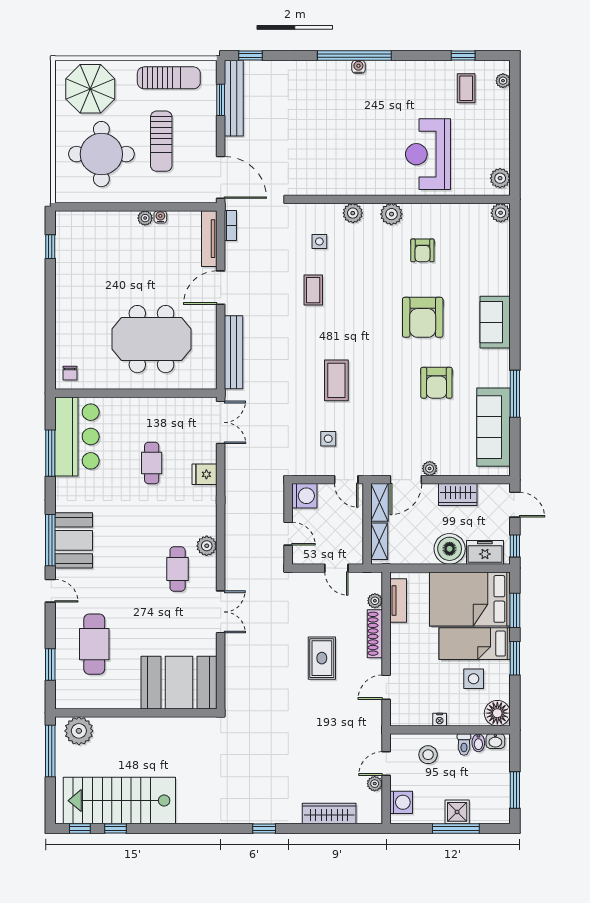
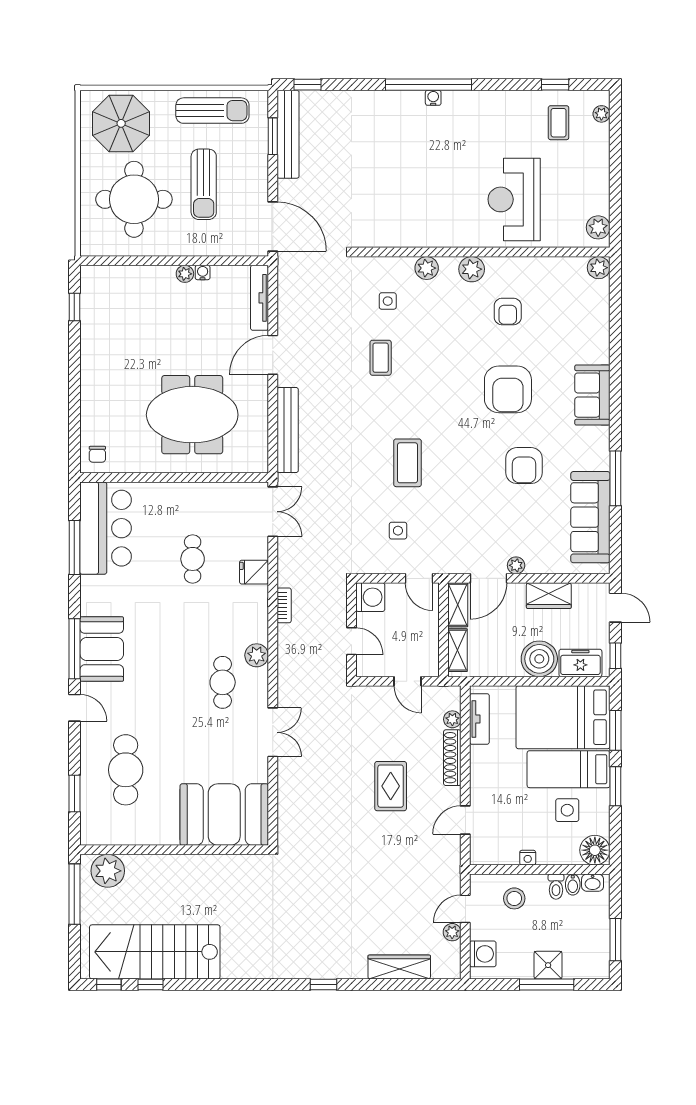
bookcase: (230, 225) -> (284, 605), moved

